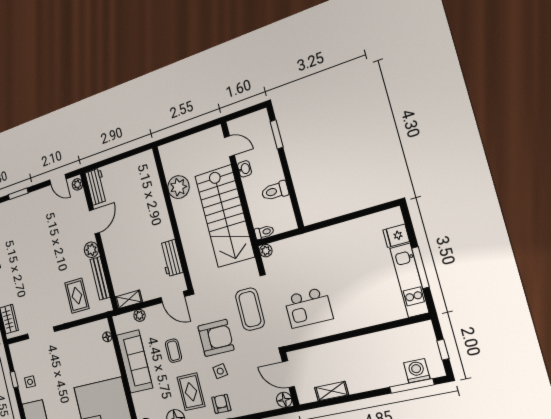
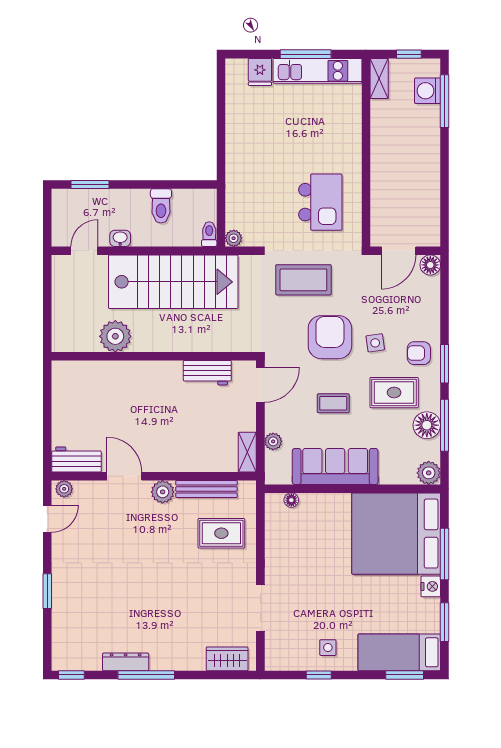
shelving: (332, 391) -> (379, 78), moved

